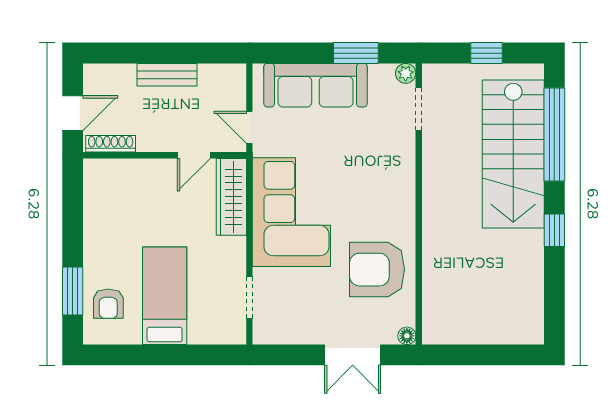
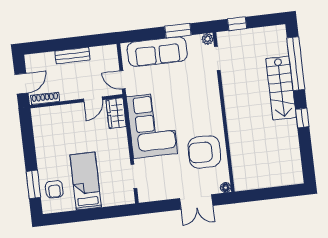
window: (487, 53) -> (237, 24), moved
stairs: (513, 154) -> (281, 88), width x0.73, depth x0.66
wardrobe: (231, 197) -> (116, 113), width x0.67

